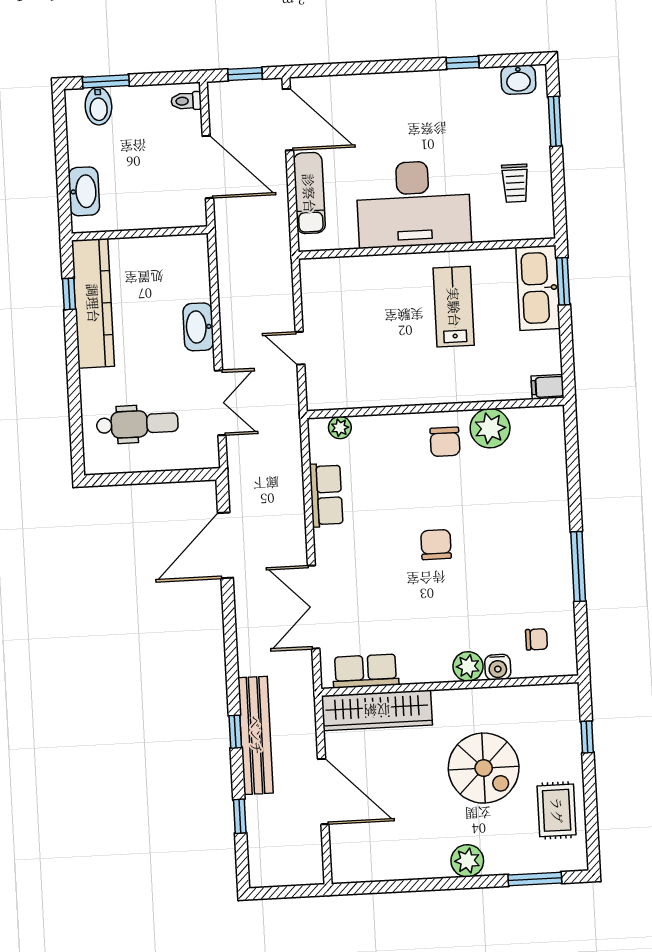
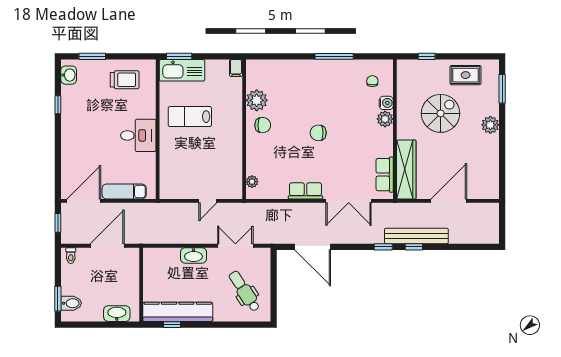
trolley: (515, 183) -> (125, 80), width x1.36, depth x1.39
desk: (413, 204) -> (138, 135), width x0.53, depth x0.77
dental chair: (137, 424) -> (244, 291), turned -33
row of seats: (326, 495) -> (306, 191), moved
window: (240, 816) -> (383, 247), moved

